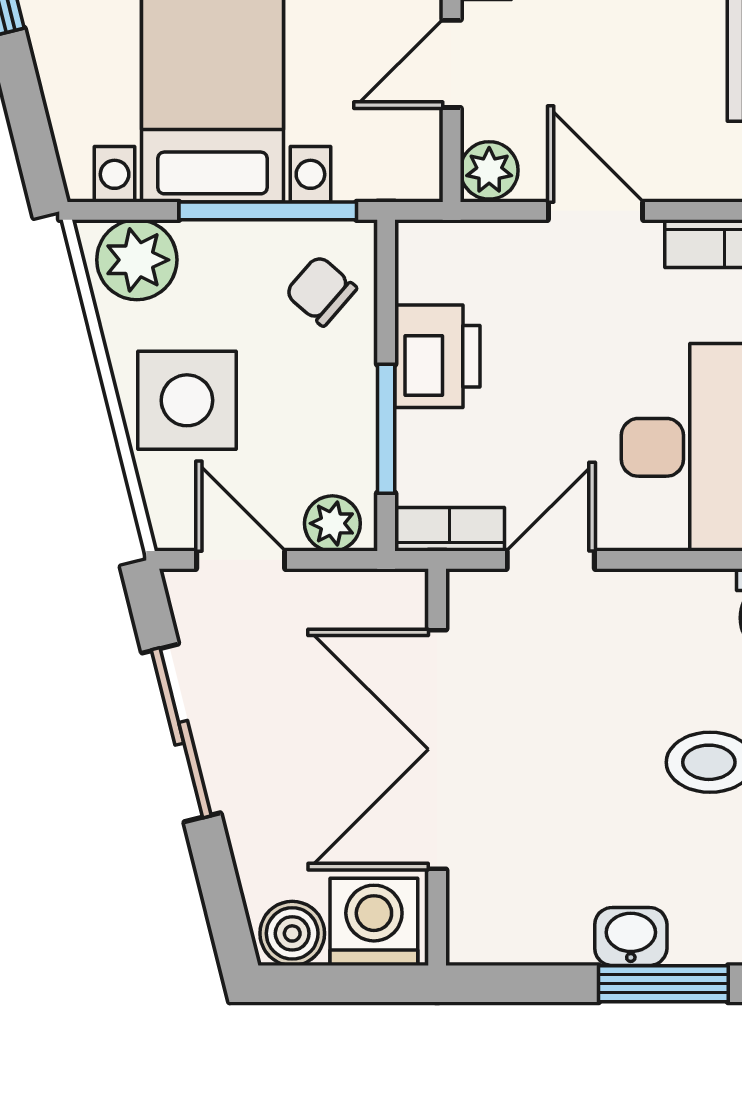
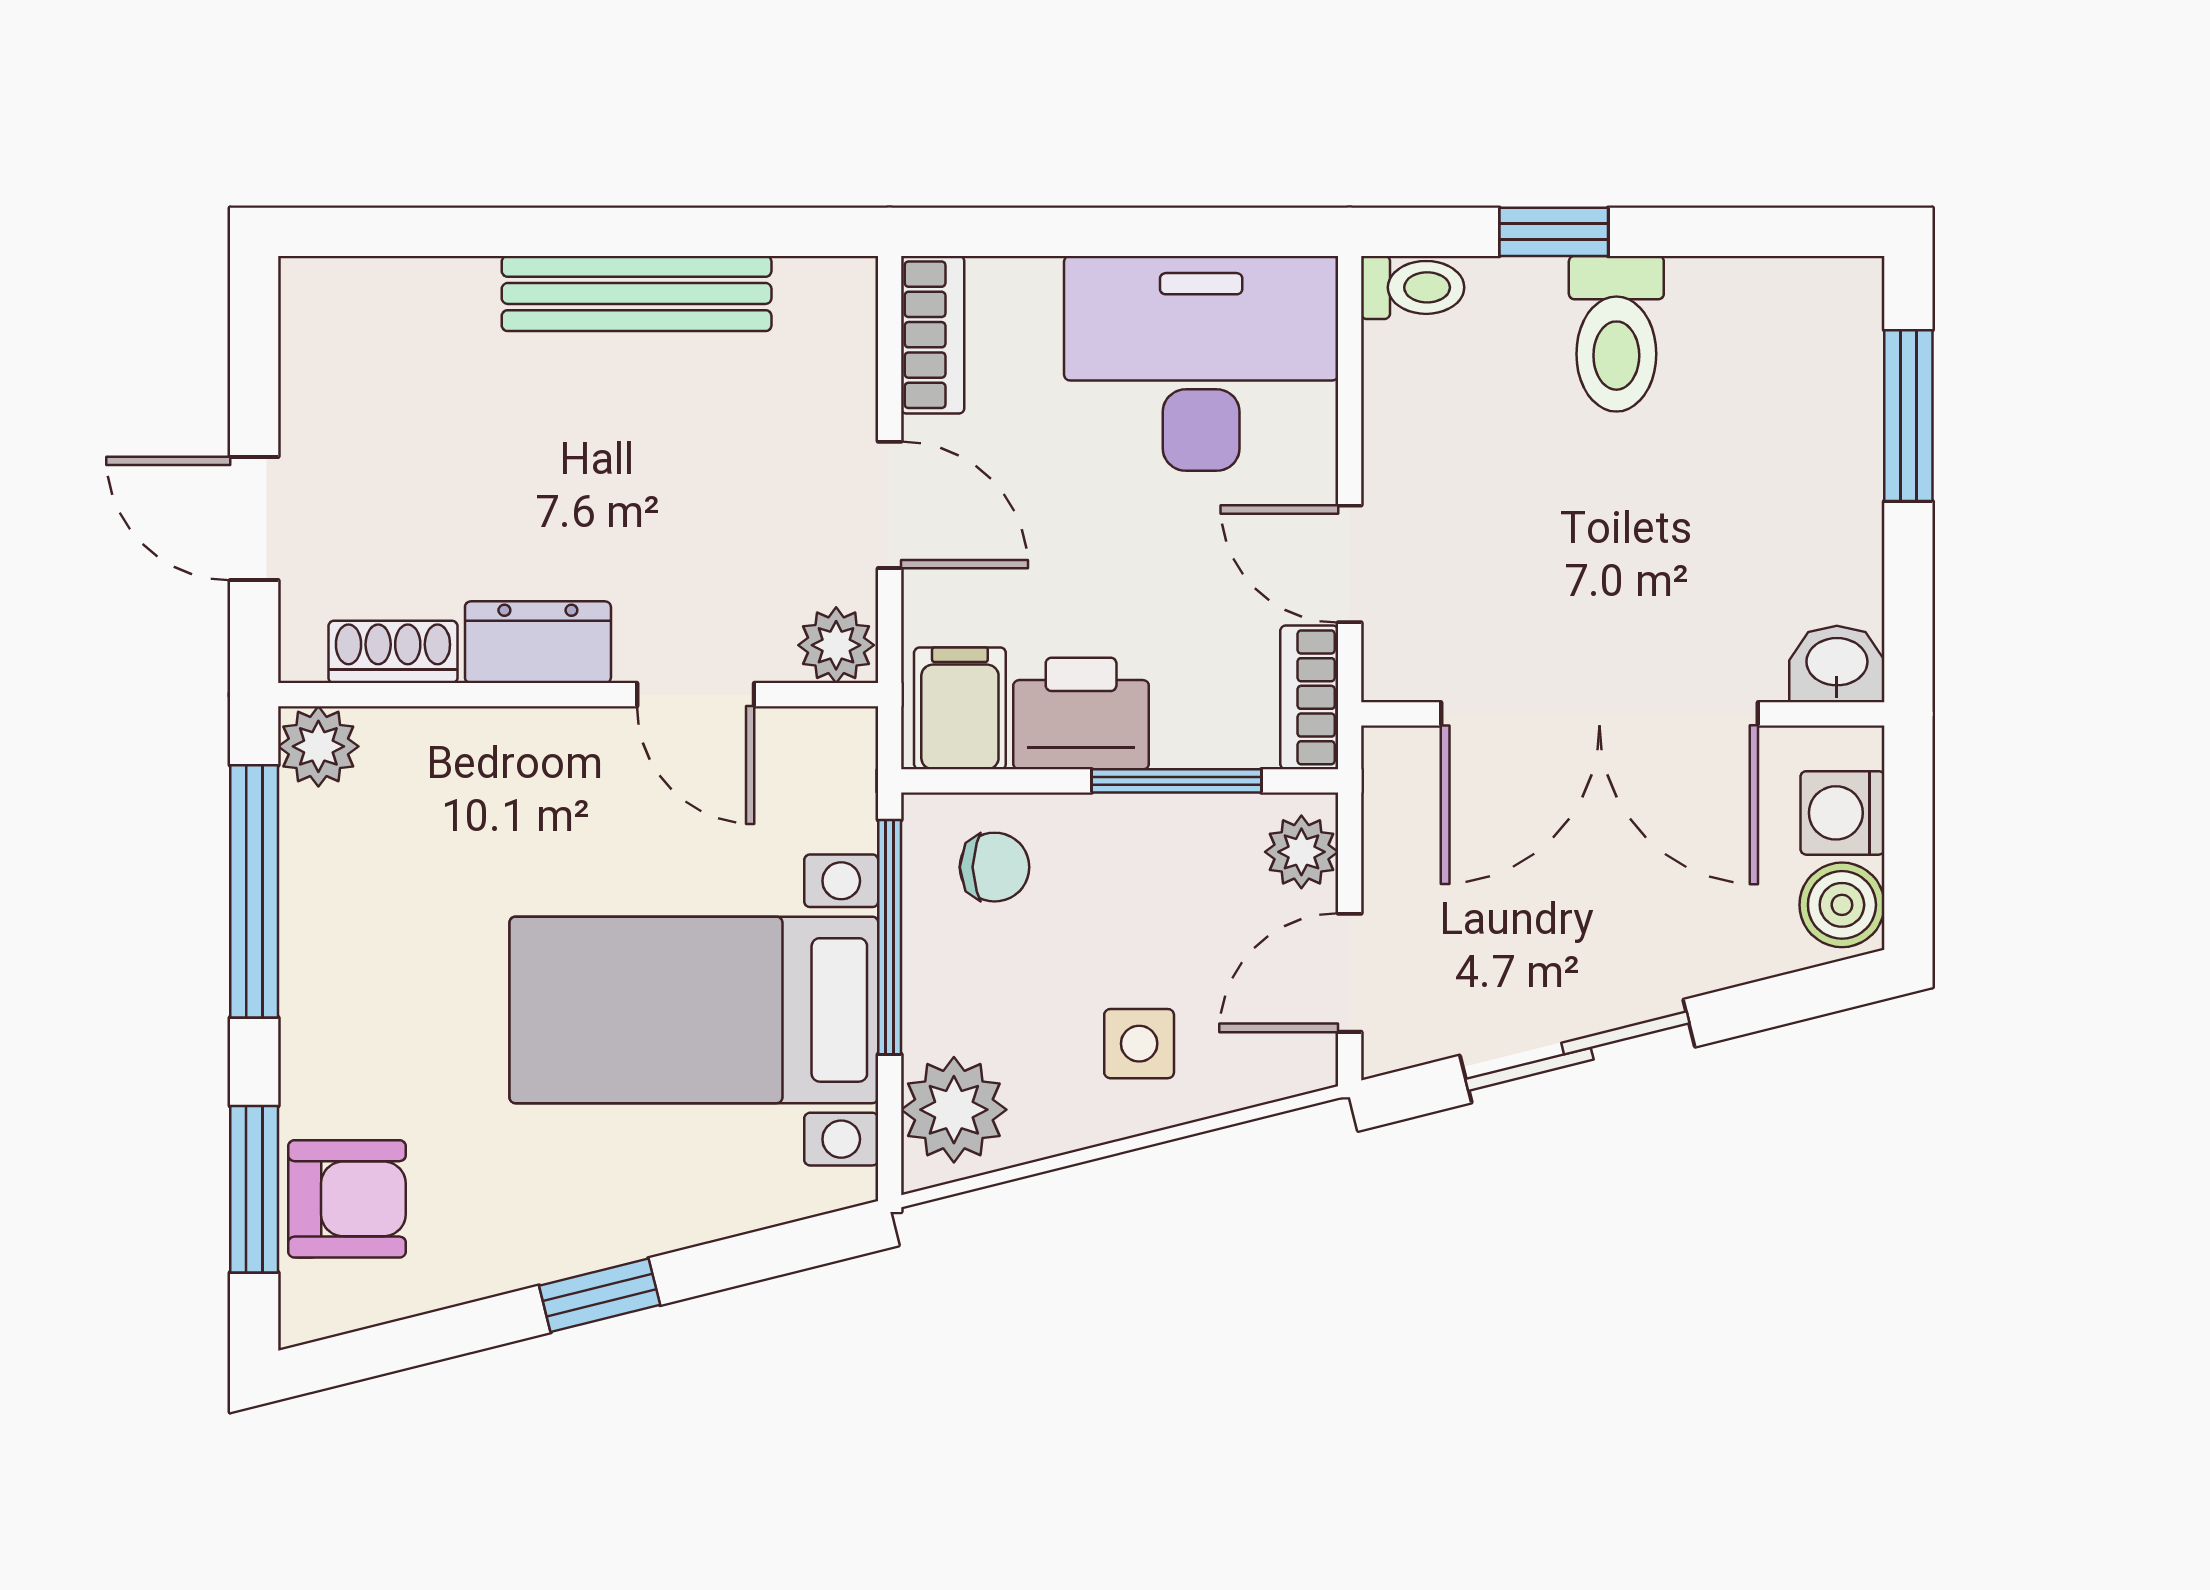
door: (596, 211) -> (890, 505), swing flipped
filing cabinet: (441, 264) -> (960, 708), added
chair: (321, 291) -> (995, 867), turned -131
side table: (187, 400) -> (1139, 1044), width x0.54, depth x0.54
washing machine: (374, 922) -> (1843, 813), width x0.73, depth x0.73
washbasin: (631, 936) -> (1837, 664), moved, turned 90

